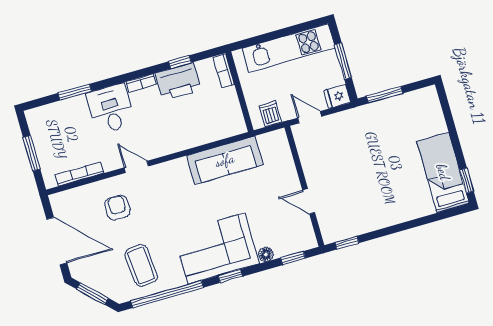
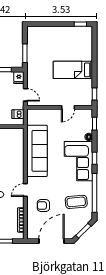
door: (309, 117) -> (25, 95), swing flipped
sofa: (225, 160) -> (37, 151), width x1.36, depth x1.27
bed: (443, 172) -> (73, 70), moved

